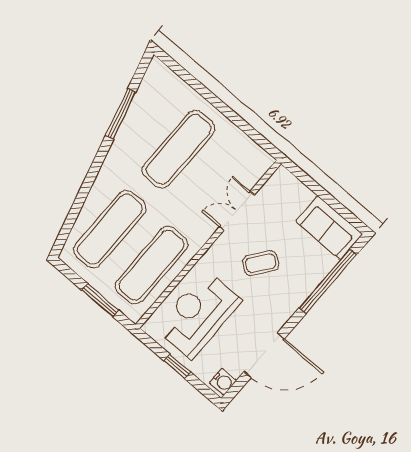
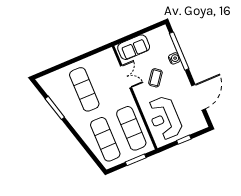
double door: (237, 211) -> (126, 77), swing flipped
sofa: (329, 228) -> (134, 47), moved
water cooler: (223, 382) -> (174, 58), moved

